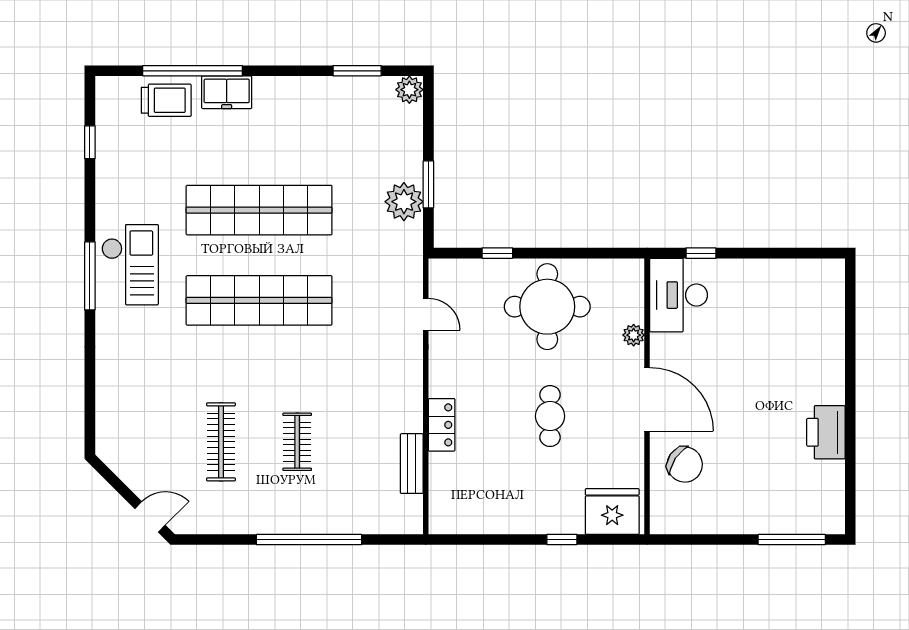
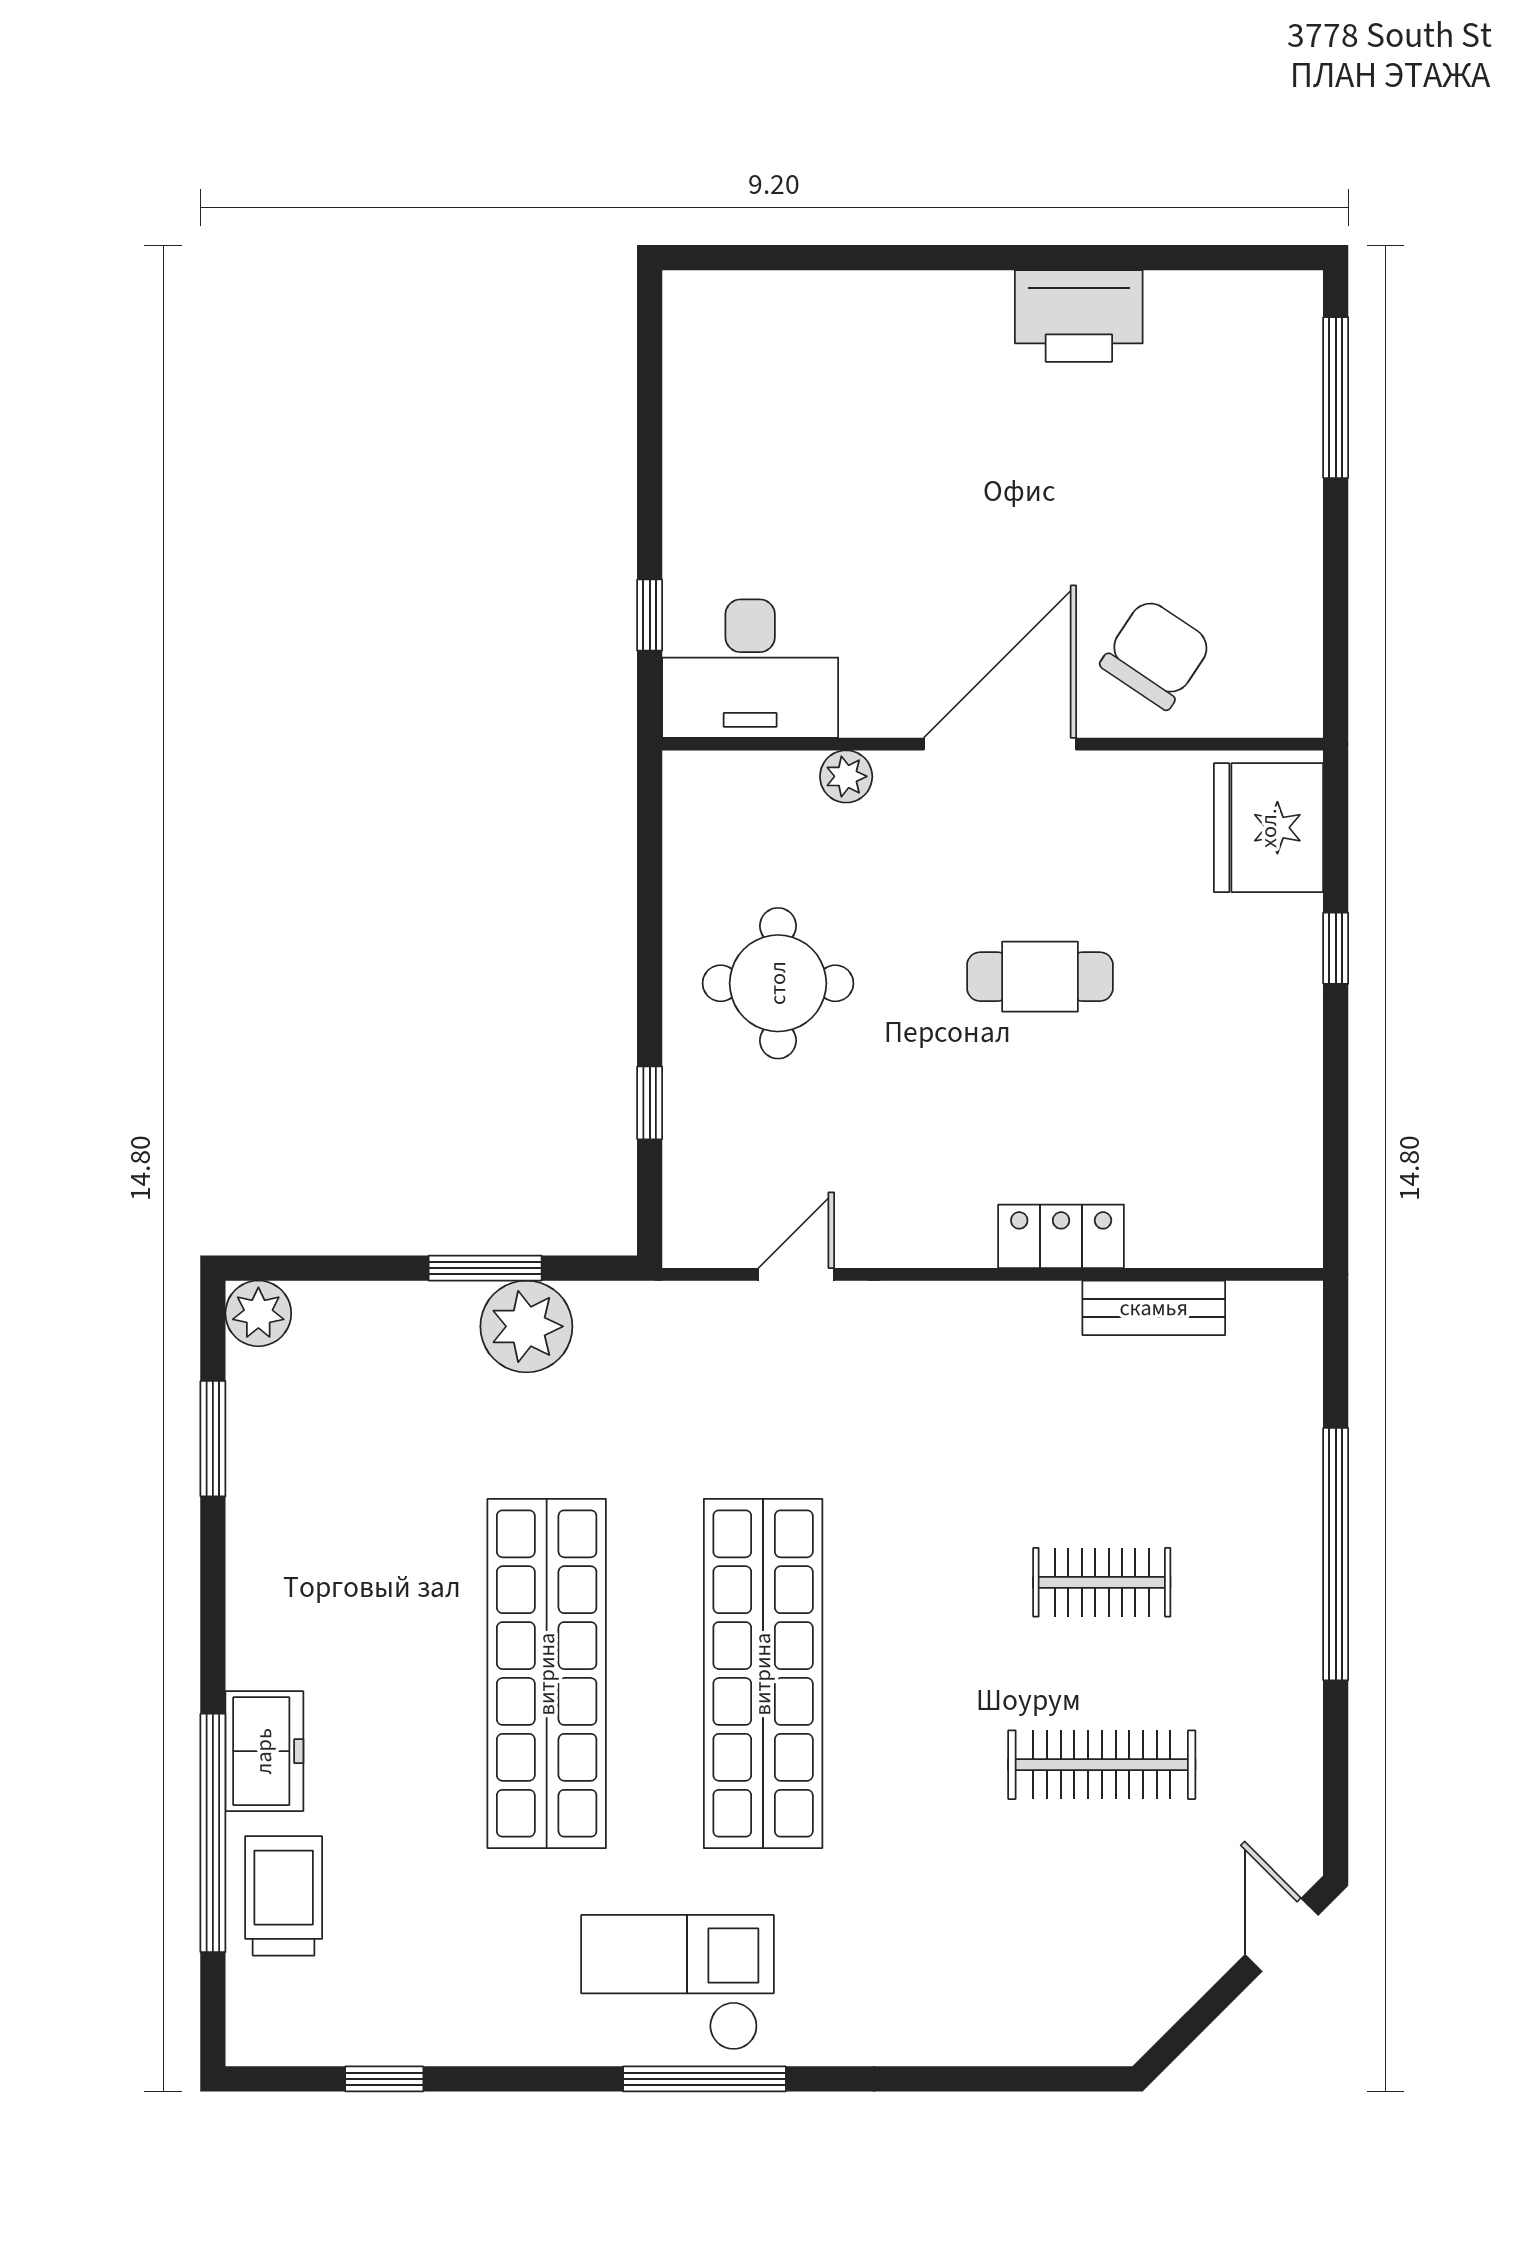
round table: (547, 307) -> (778, 983), width x0.73, depth x0.73

